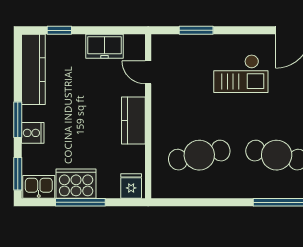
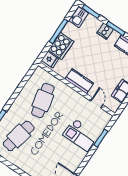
door: (148, 72) -> (97, 103), hinge flipped
checkout: (241, 74) -> (81, 135), moved, turned -90
cooker: (76, 184) -> (61, 46), moved

